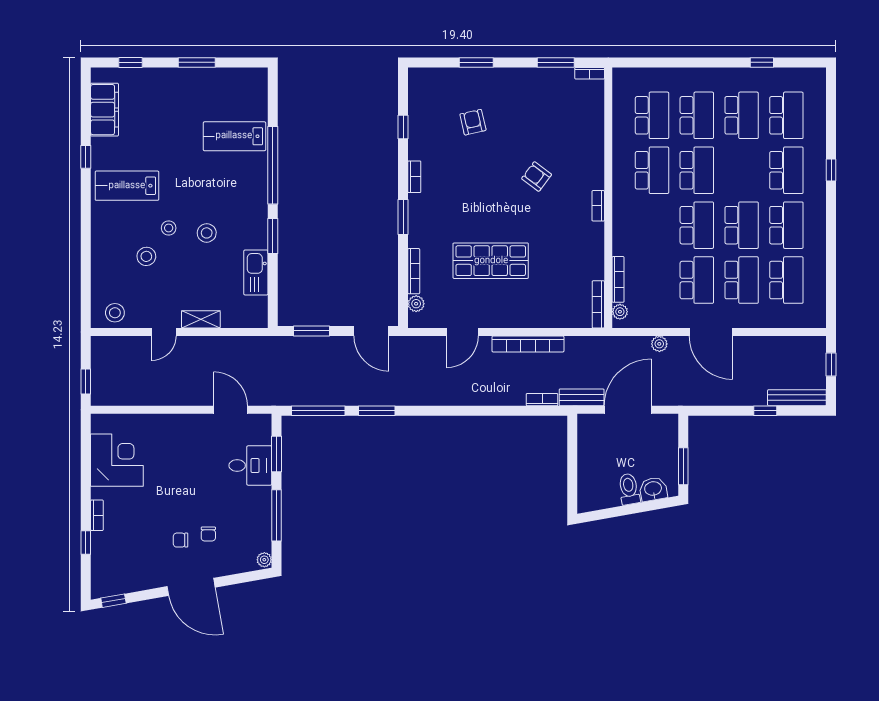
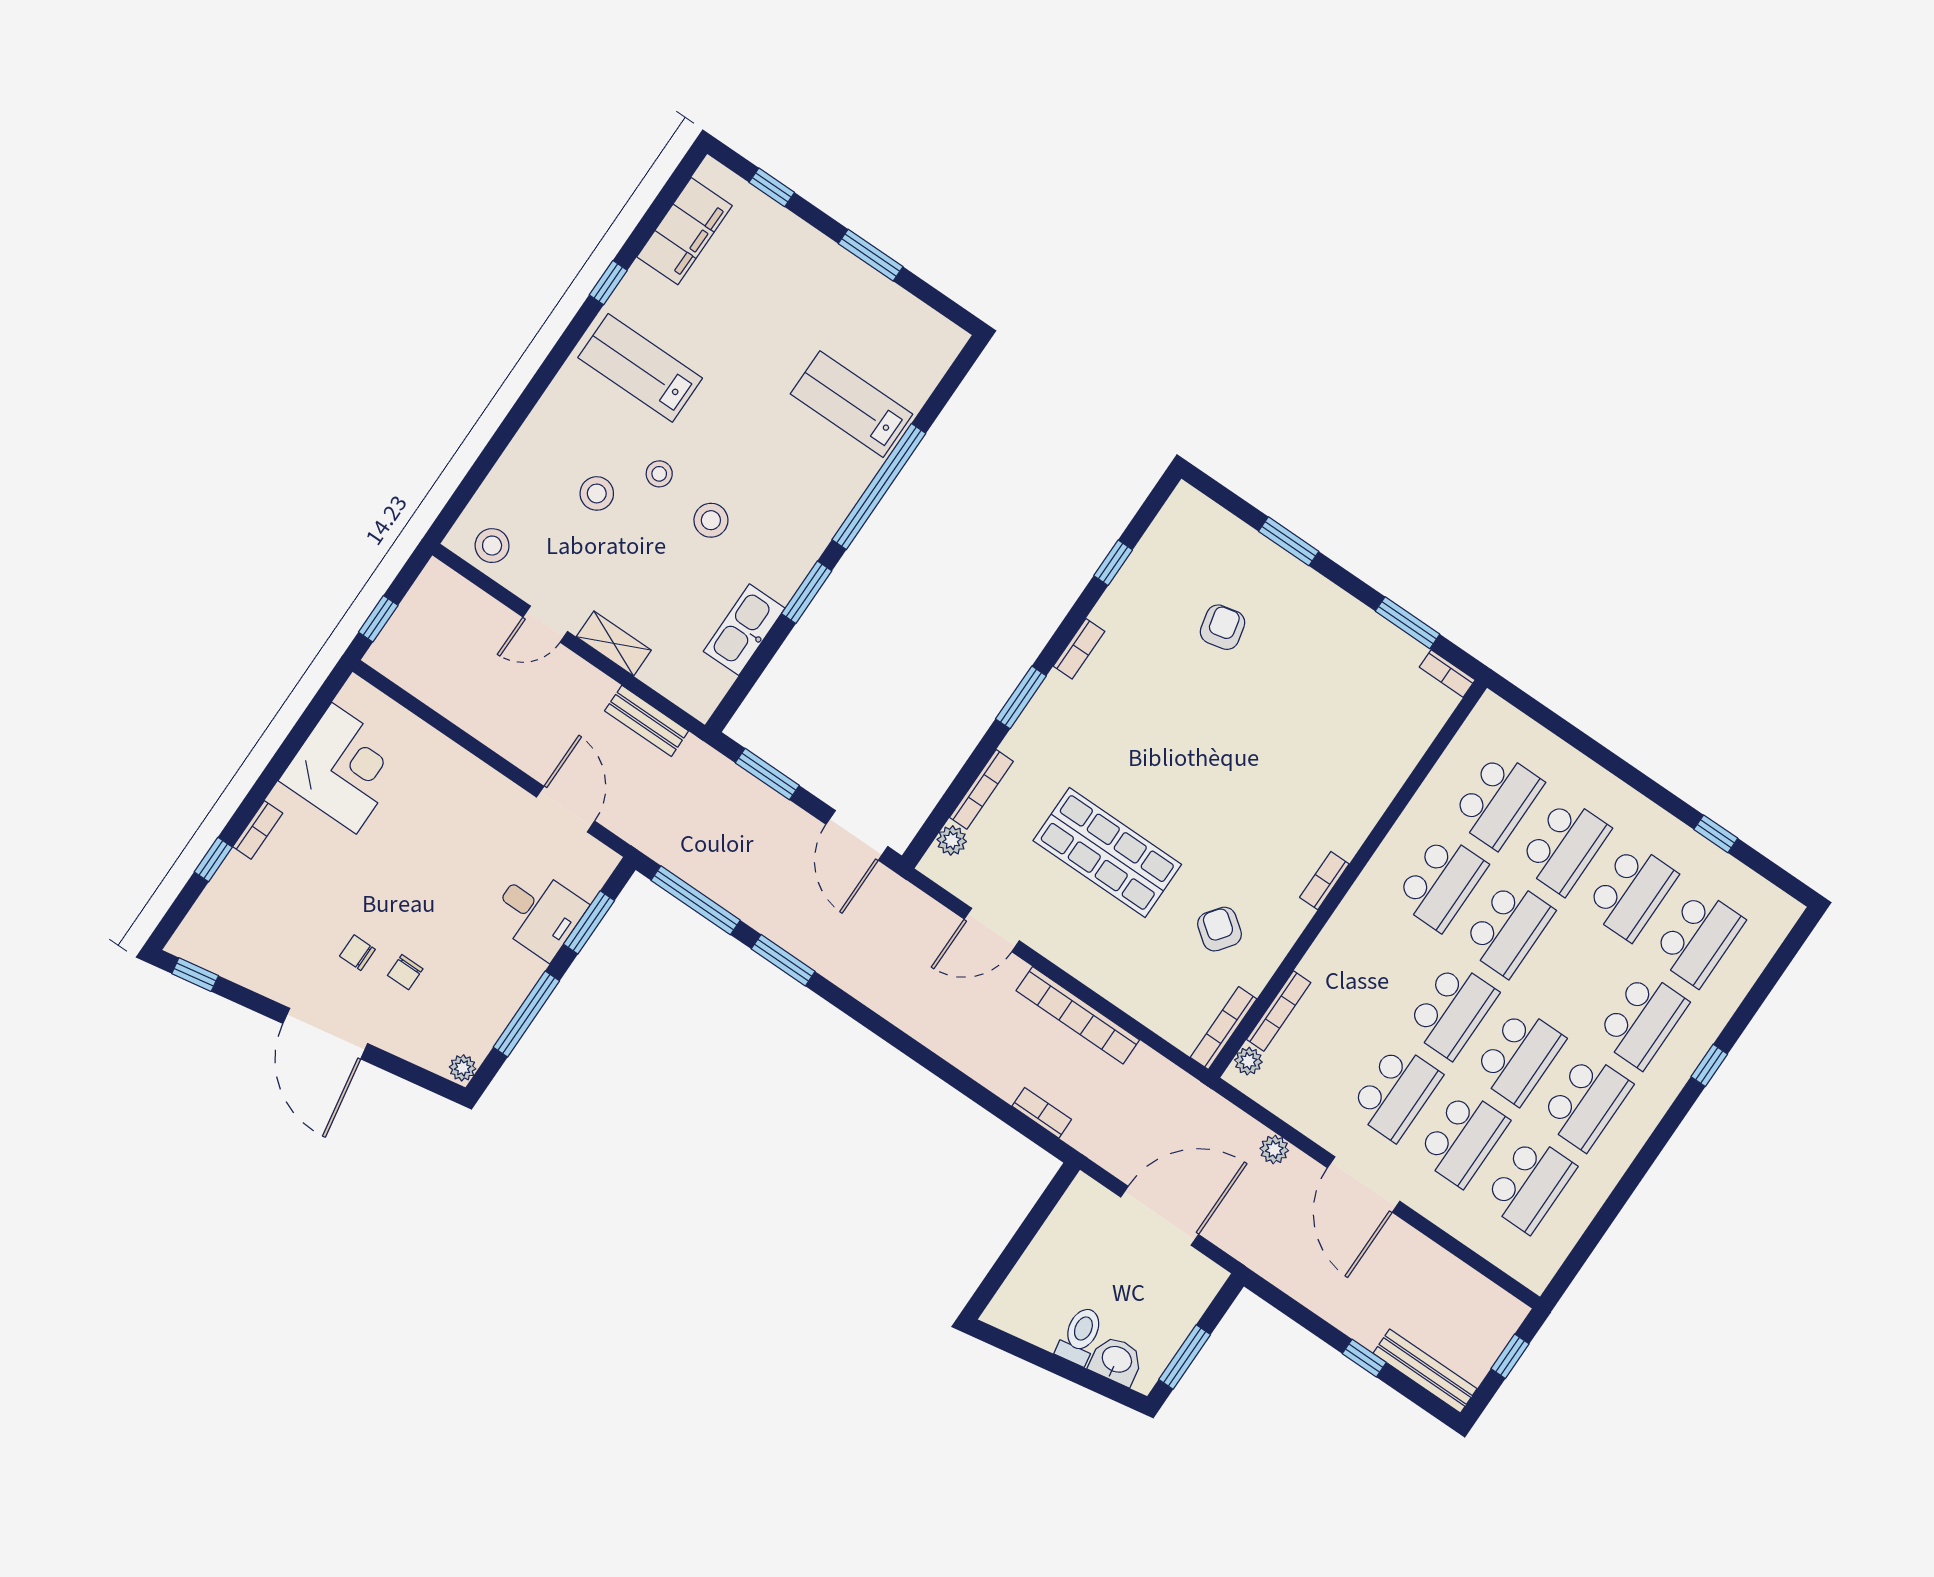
armchair: (537, 176) -> (1219, 929), moved
bench: (582, 397) -> (647, 721), moved

